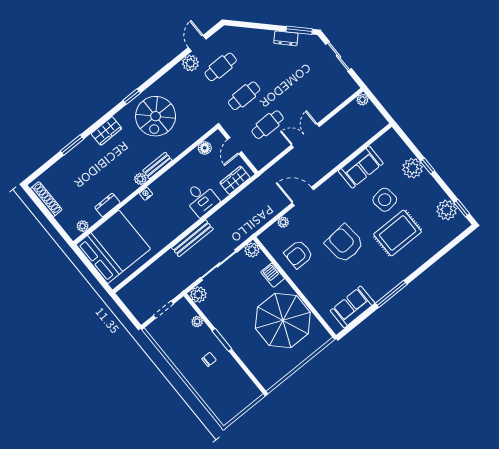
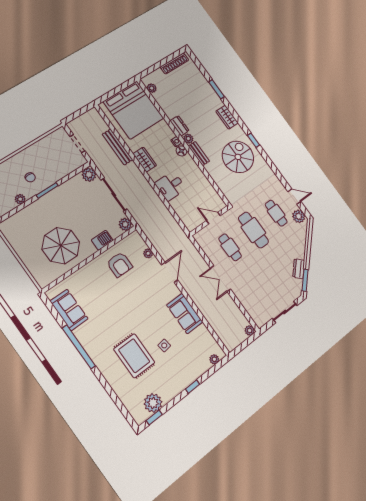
plant: (190, 63) -> (299, 216), moved
cafe table: (244, 96) -> (253, 230), width x1.37, depth x1.35
spiral stairs: (156, 116) -> (238, 157), turned 90
double door: (305, 136) -> (220, 279), swing flipped
floor lamp: (205, 148) -> (181, 151), moved
sofa: (361, 167) -> (185, 314), moved
plant: (413, 168) -> (214, 359), moved, width x0.53, depth x0.53
wardrobe: (235, 180) -> (145, 160), moved
side table: (385, 200) -> (164, 345), width x0.54, depth x0.54
dresser: (107, 205) -> (180, 126), moved
bench: (192, 238) -> (118, 147), moved
armchair: (344, 243) -> (127, 306), removed
armchair: (299, 254) -> (119, 265), turned 180
window: (391, 294) -> (79, 347), width x1.46
parasol: (283, 320) -> (61, 246), width x0.73, depth x0.73
plant: (197, 322) -> (20, 199), moved

